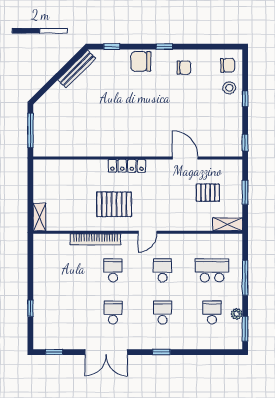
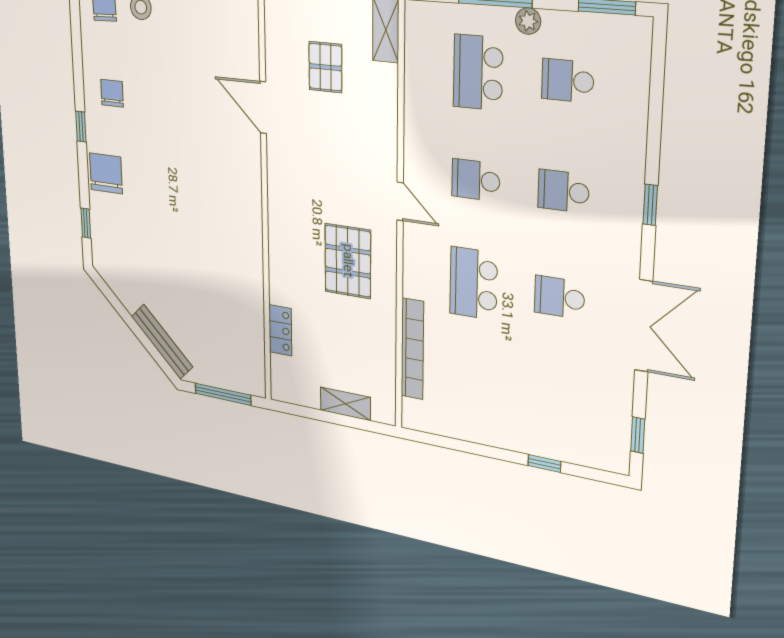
chair: (141, 61) -> (106, 173), turned 180
bench: (77, 69) -> (162, 342), moved
door: (185, 158) -> (263, 107), hinge flipped
locker: (127, 166) -> (280, 330), moved, width x0.66
shelving: (39, 217) -> (345, 404), moved
bookcase: (95, 239) -> (412, 349), moved
school desk: (113, 270) -> (473, 283), width x1.85
plant: (237, 314) -> (528, 21), moved

